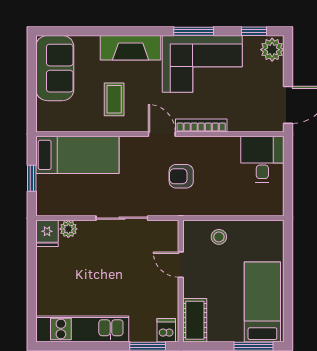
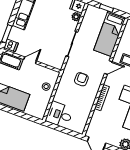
door: (162, 134) -> (108, 68), moved
desk: (262, 159) -> (59, 115), moved, turned 180
door: (181, 265) -> (30, 60), moved

